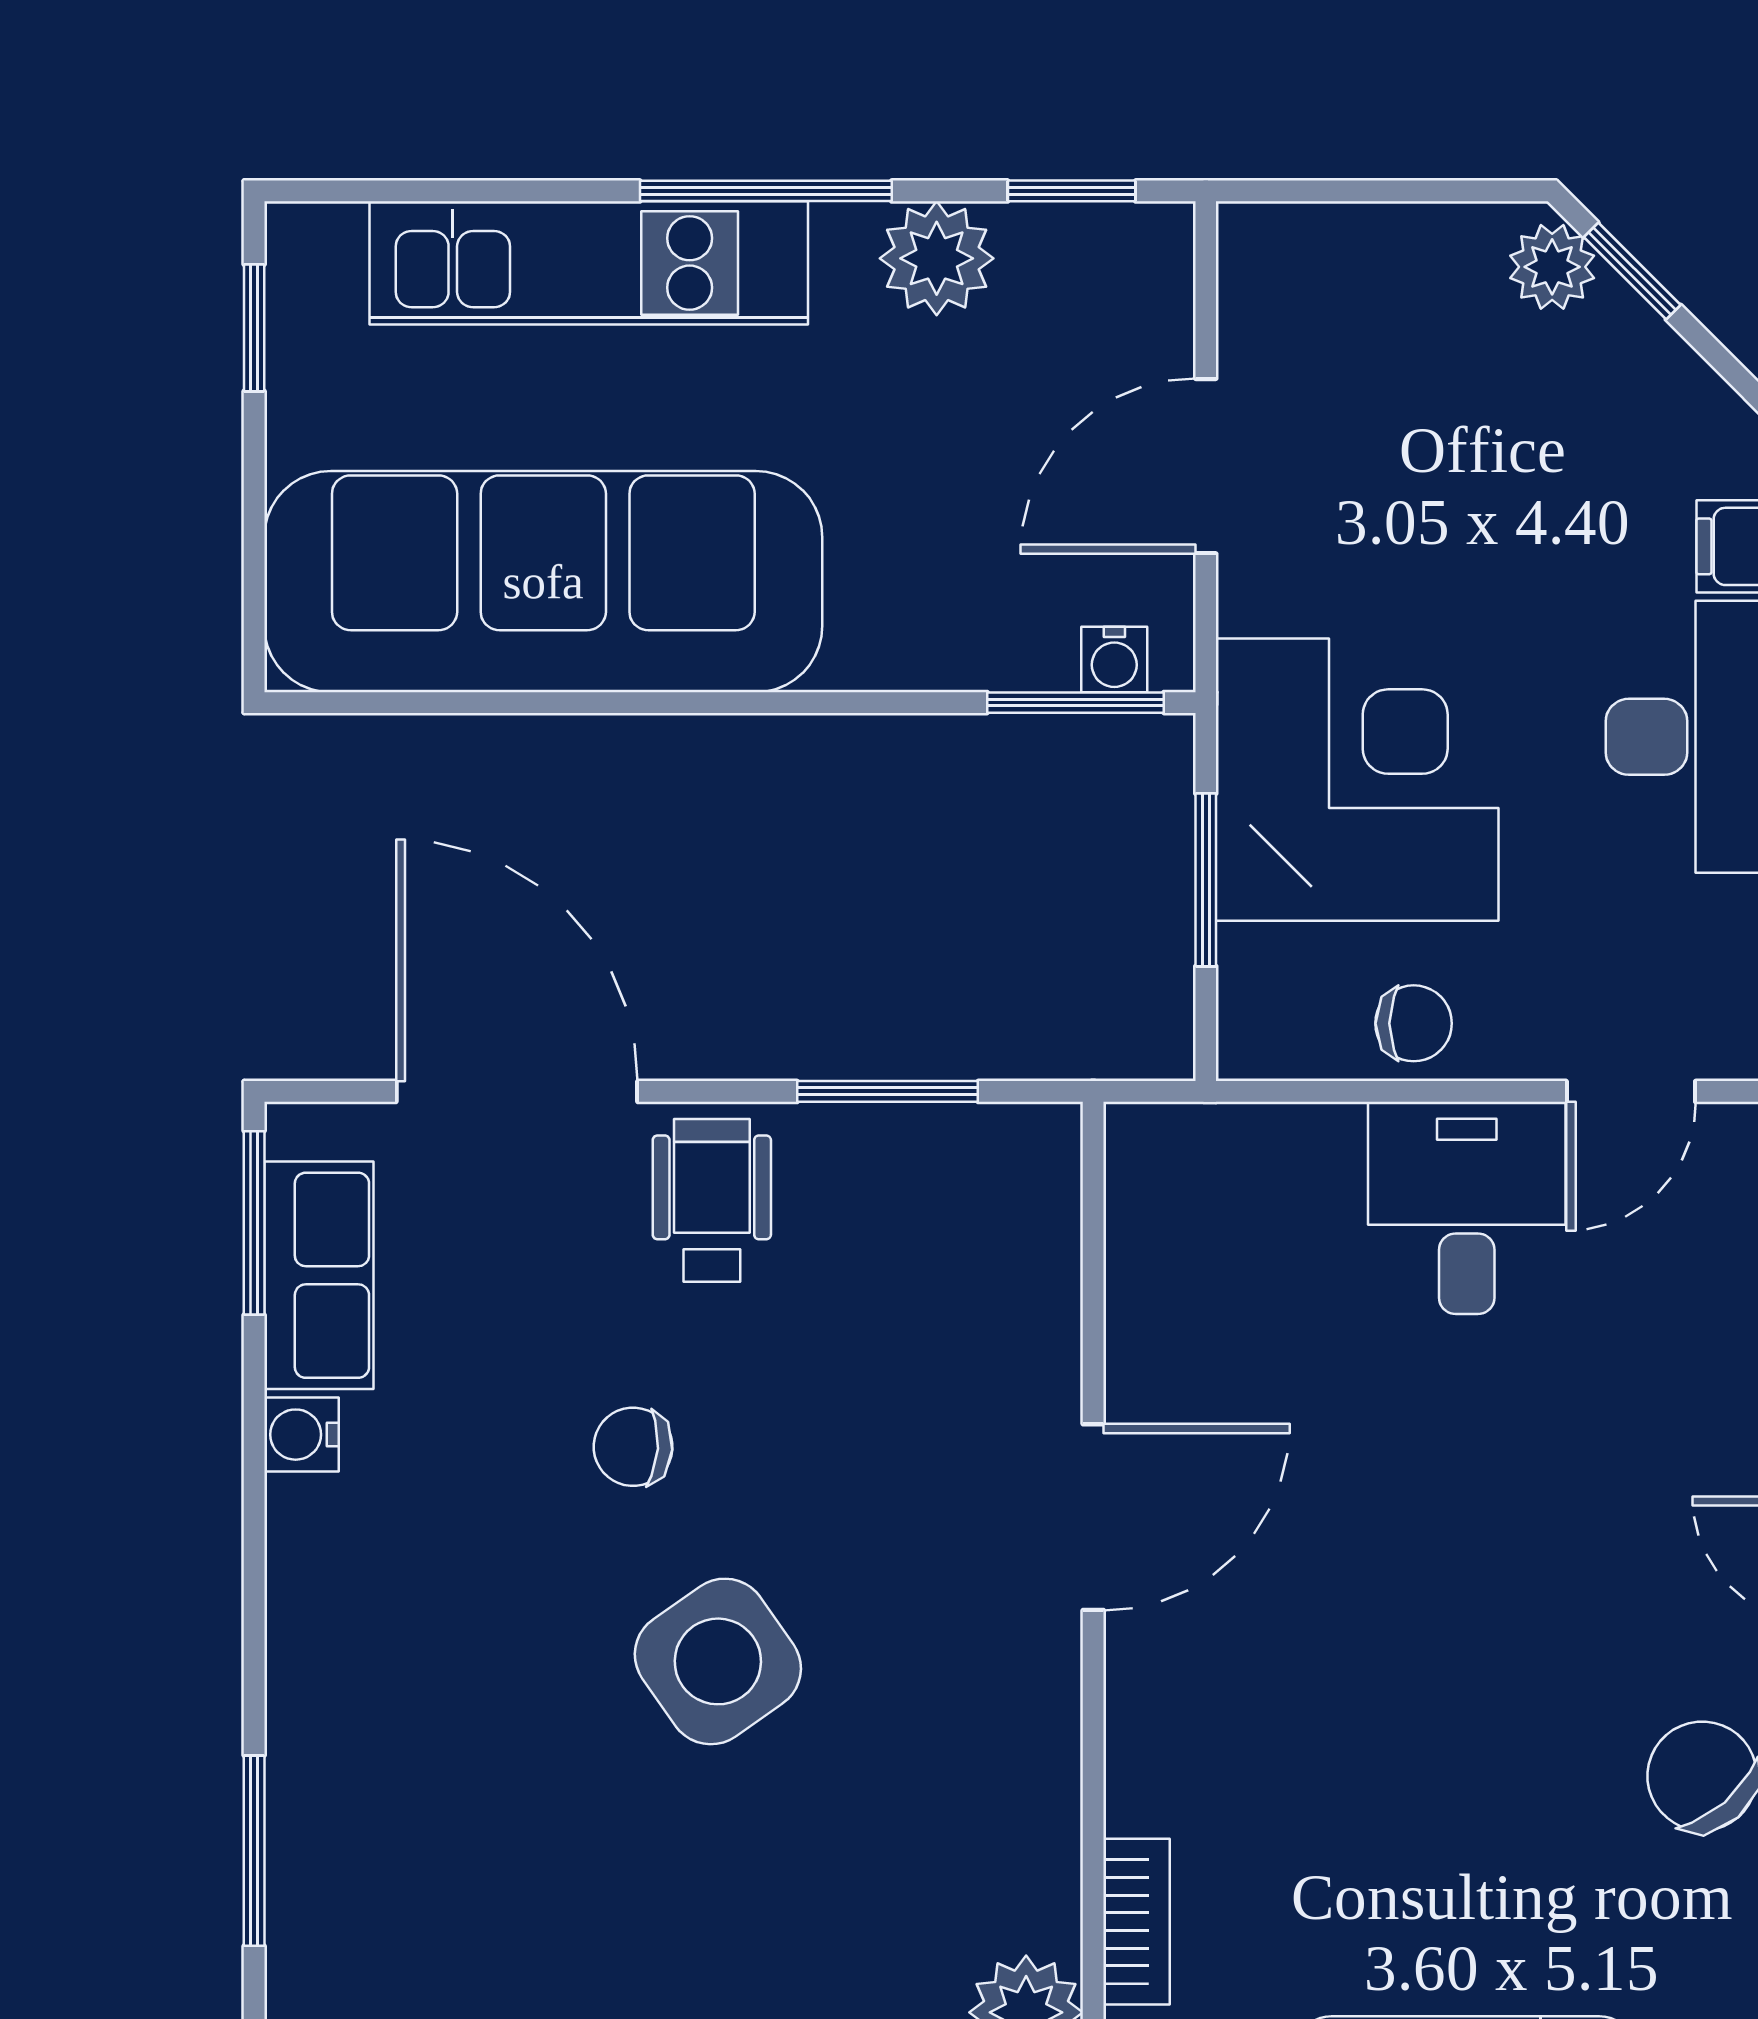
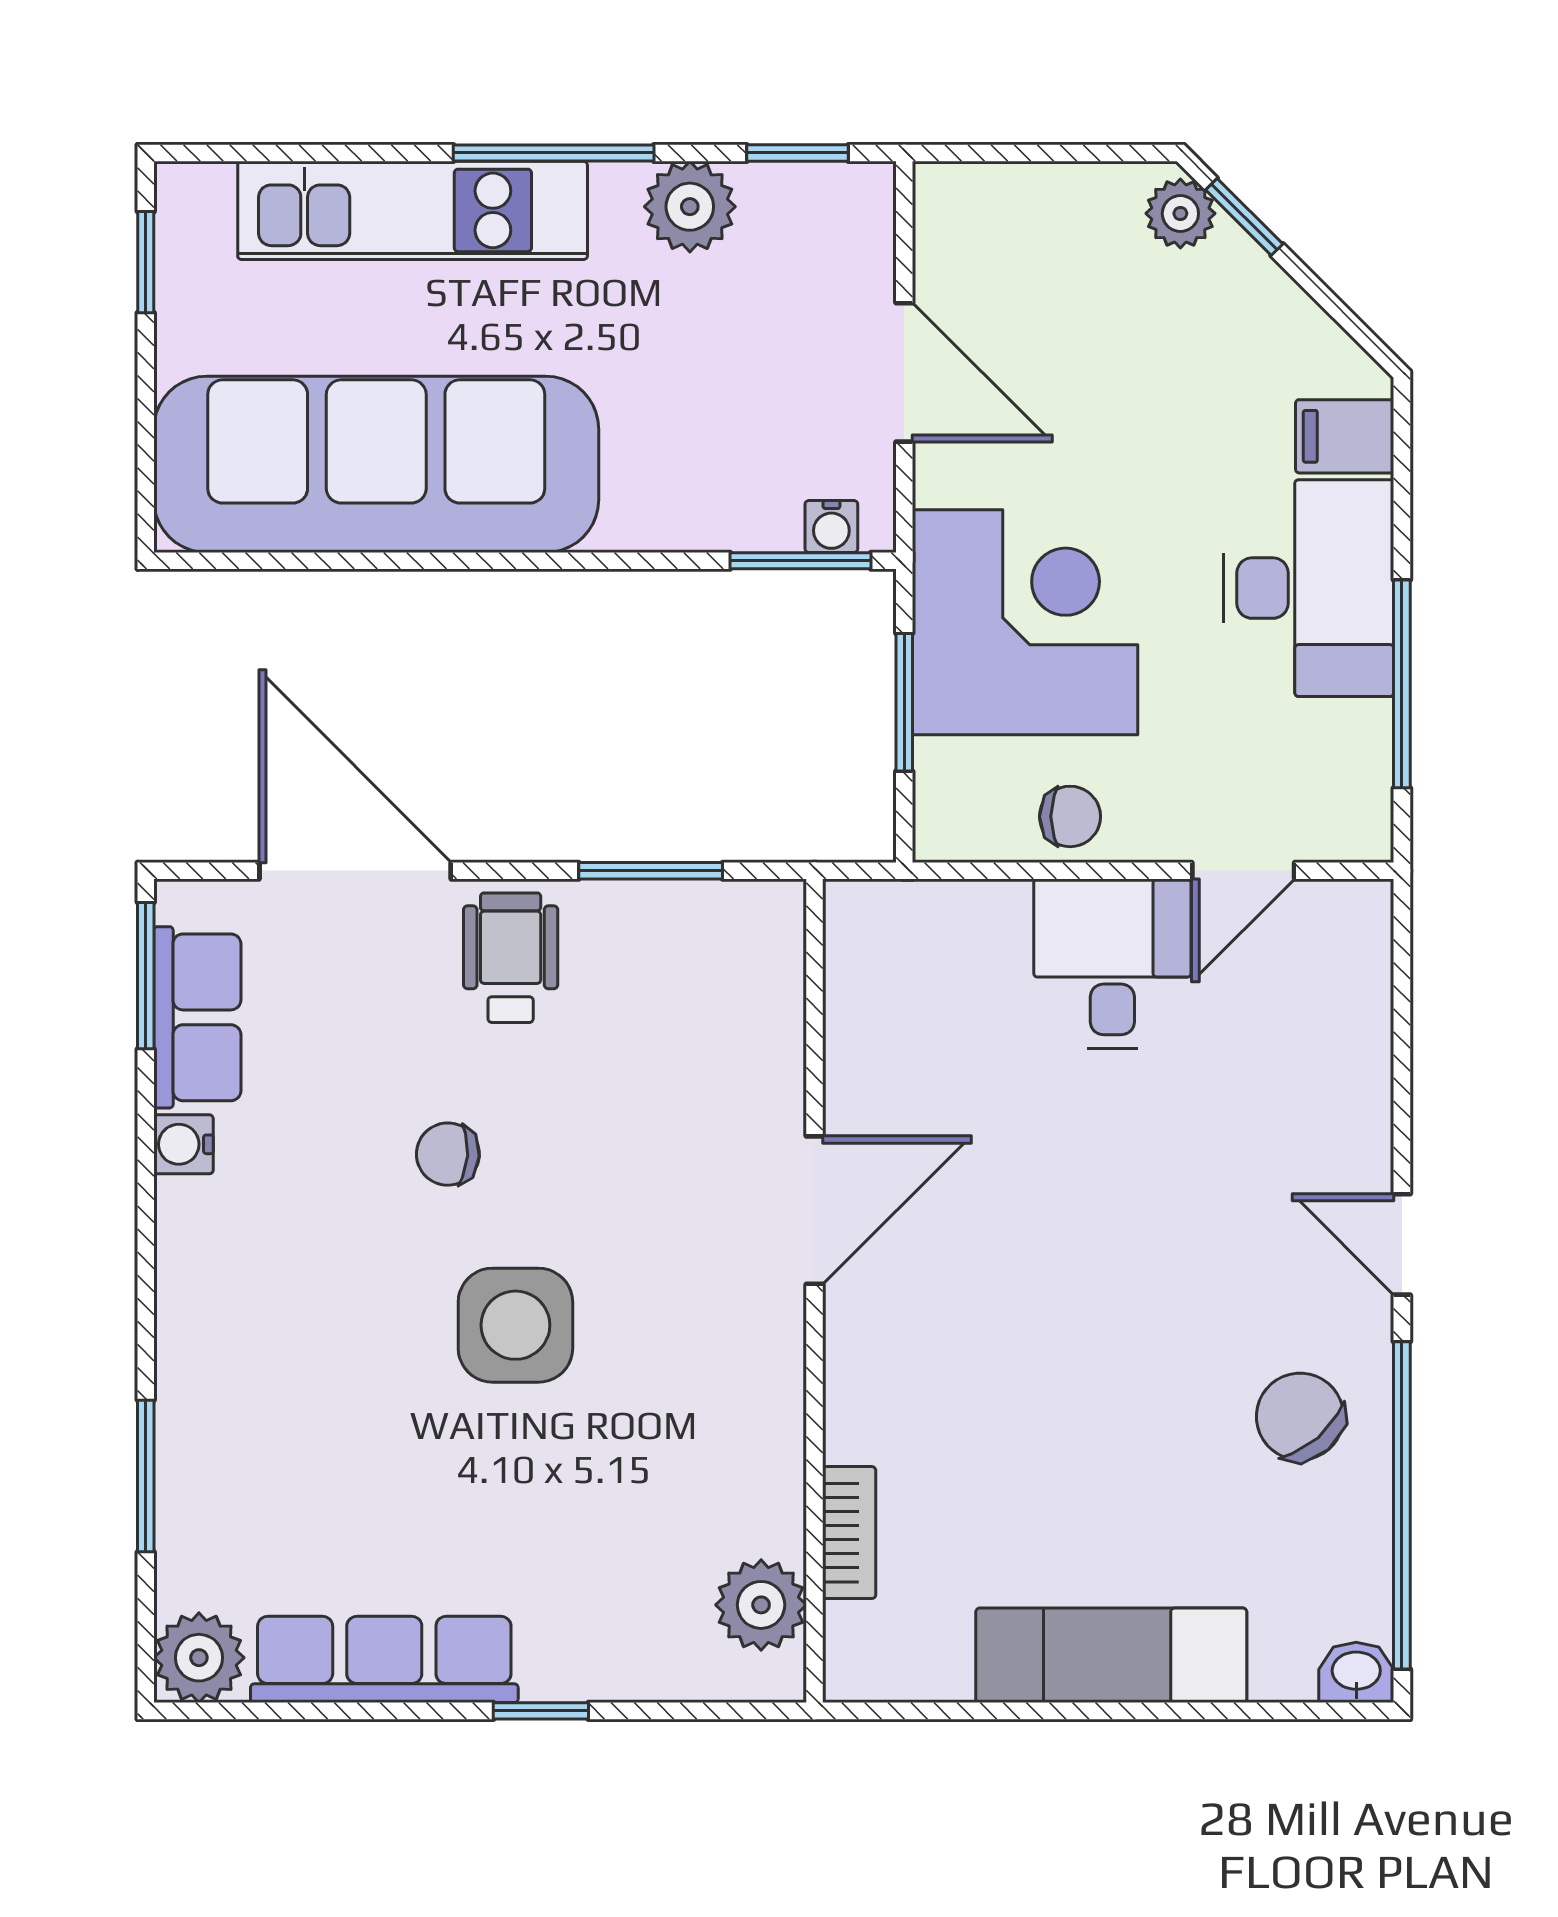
door: (1206, 466) -> (904, 372), swing flipped
side table: (718, 1661) -> (515, 1325), turned 35

